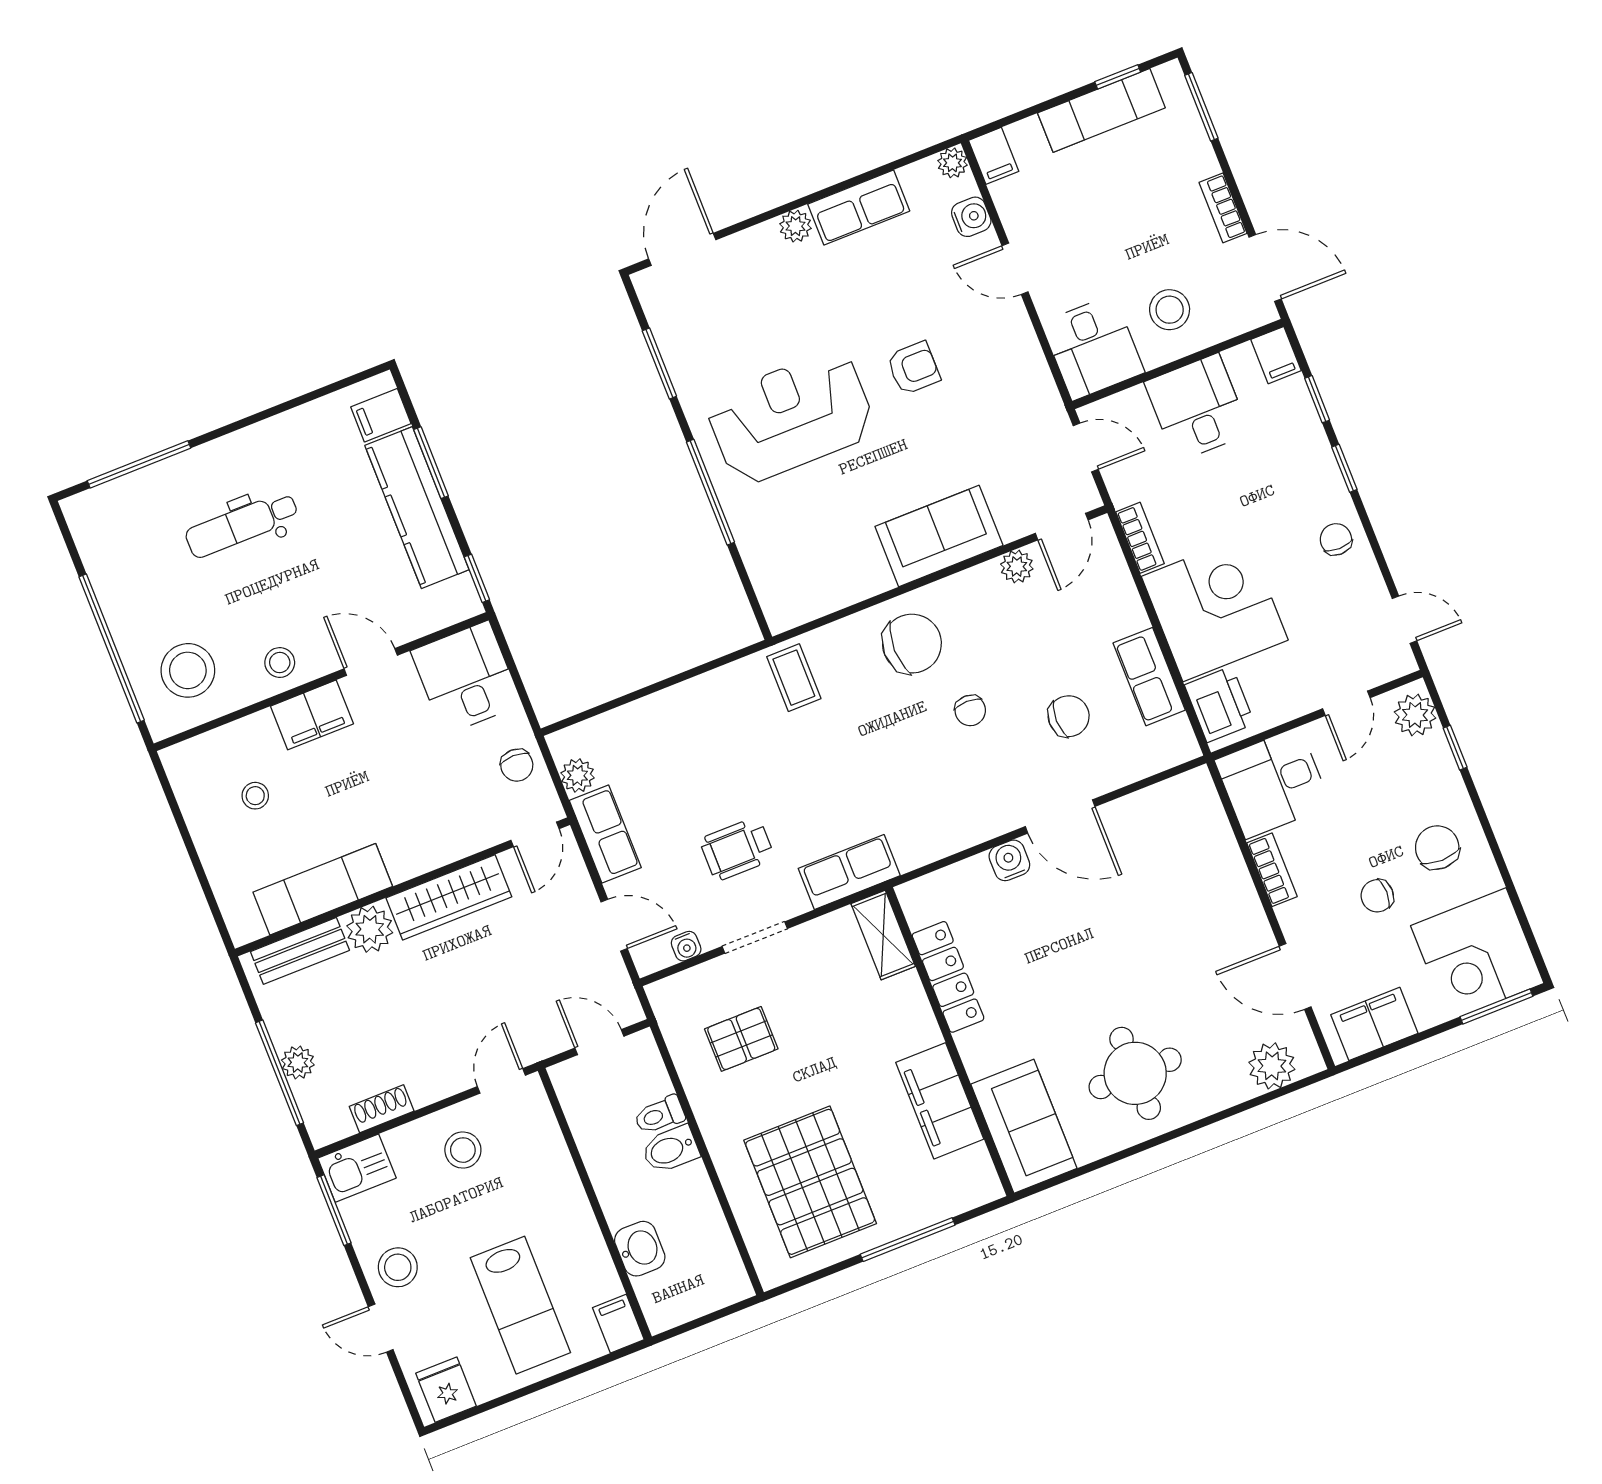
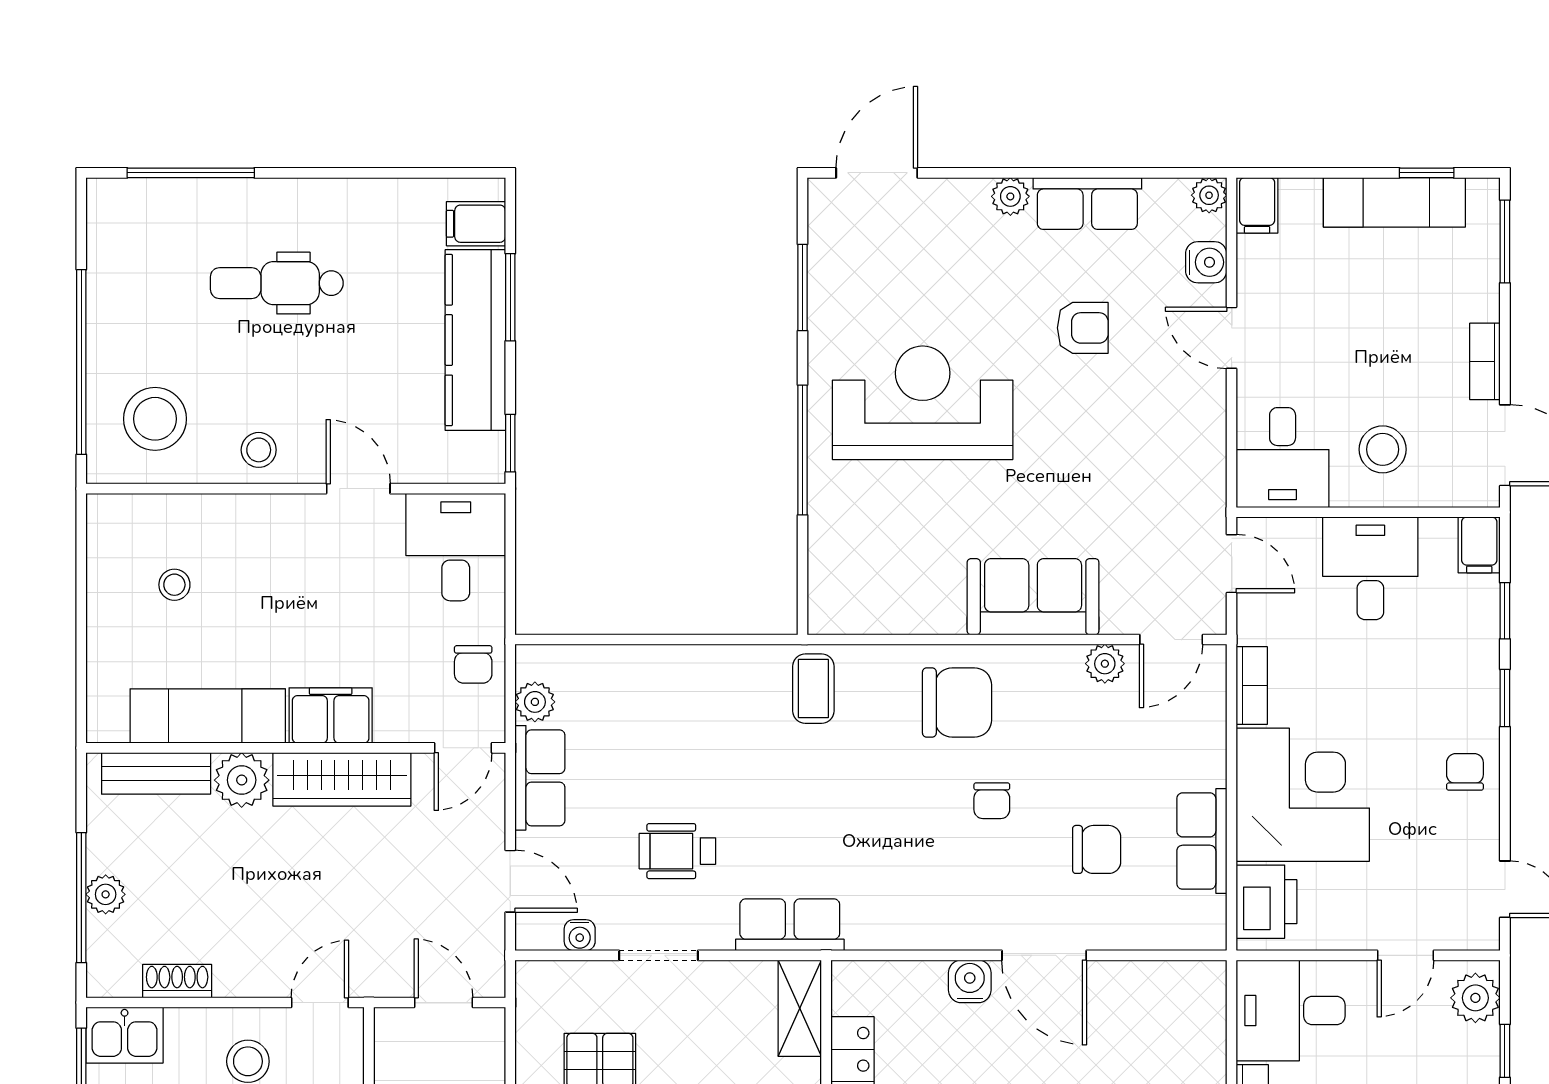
armchair: (913, 368) -> (1083, 328), moved
filing cabinet: (312, 715) -> (331, 715), moved, turned 180

